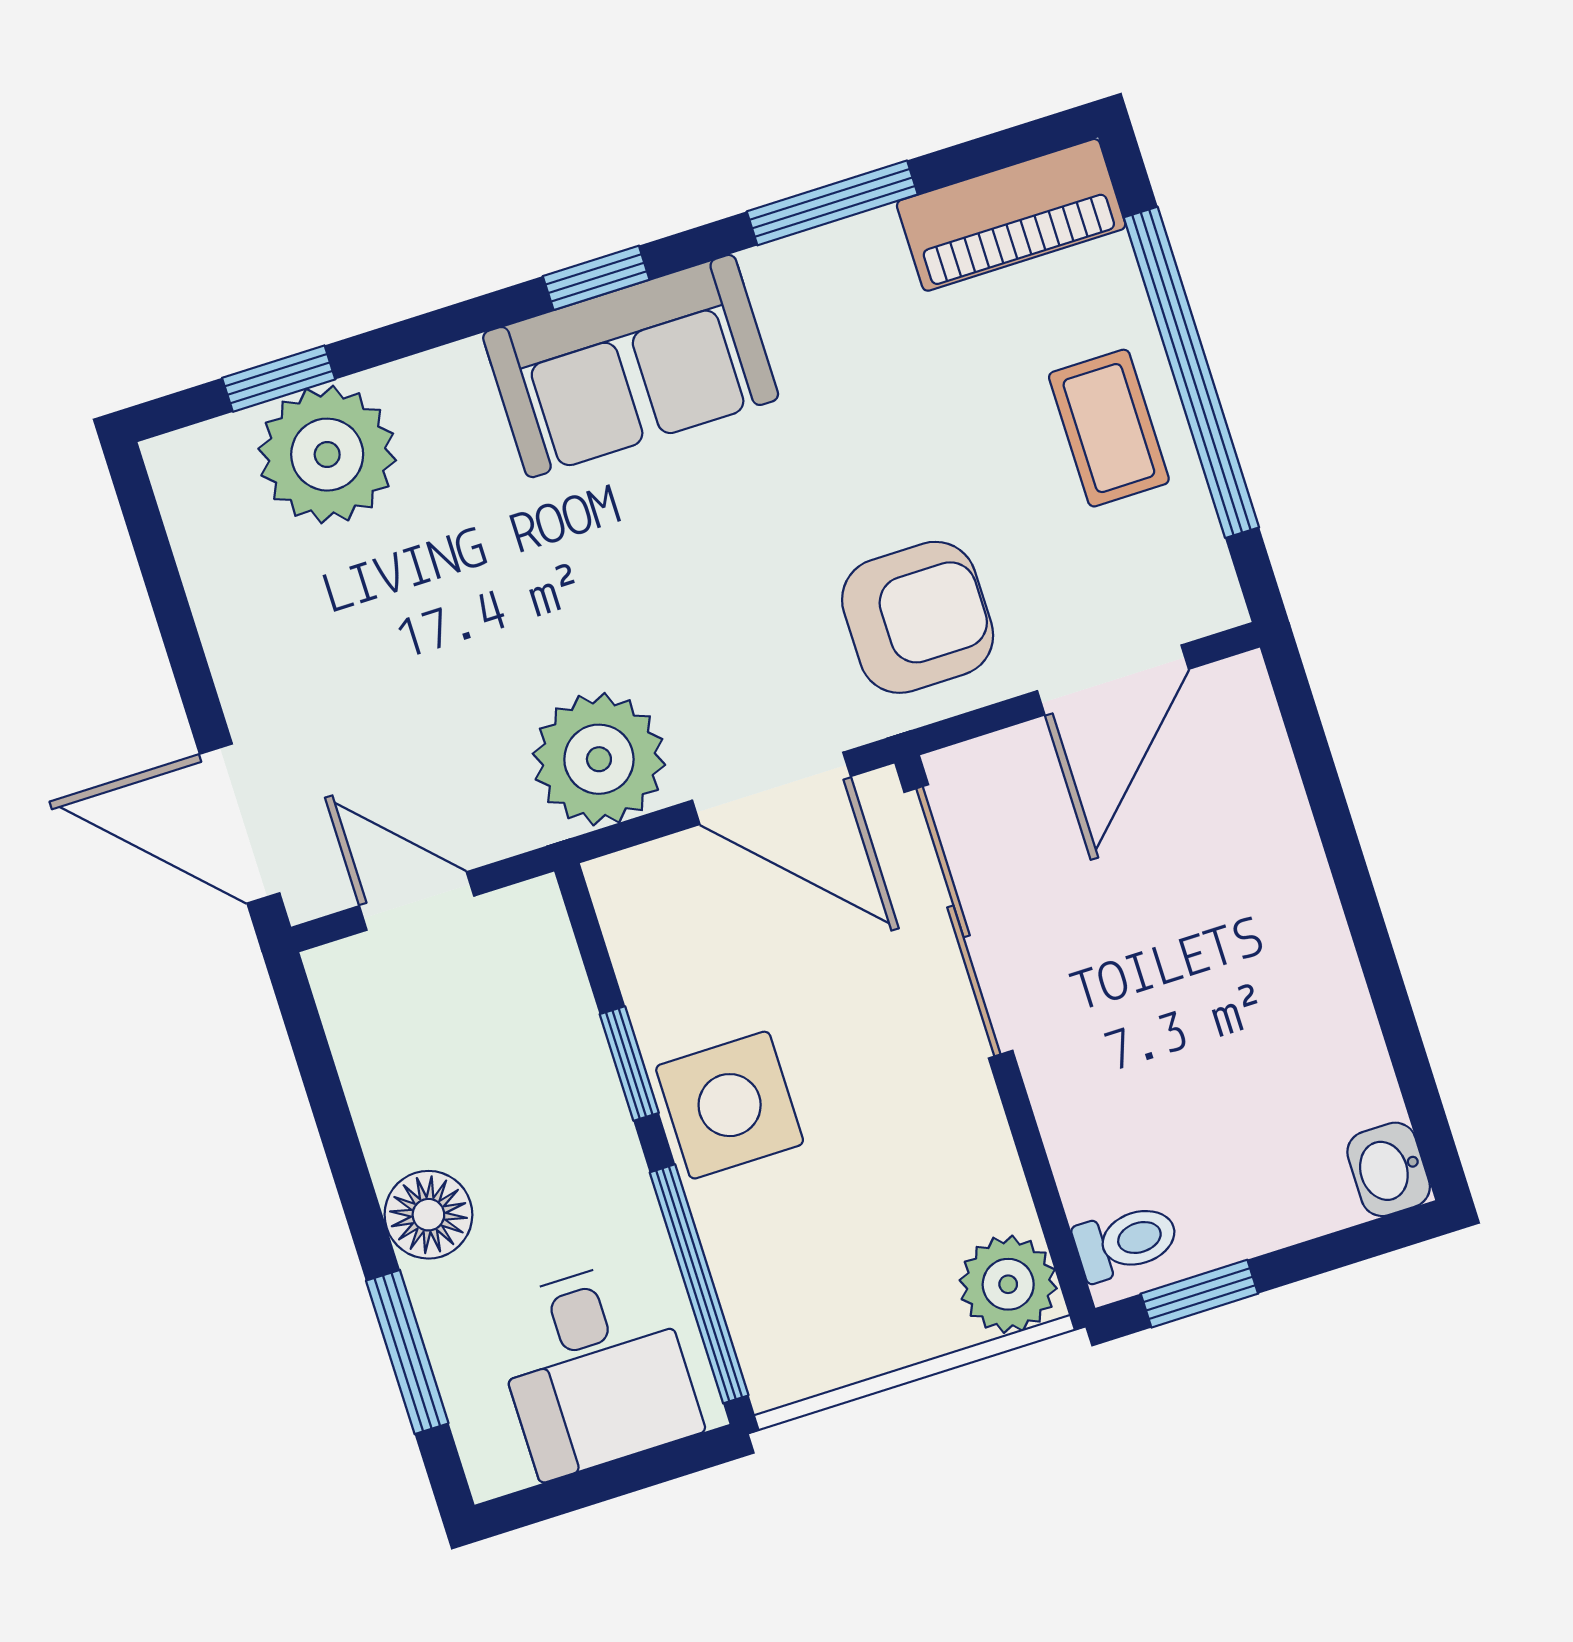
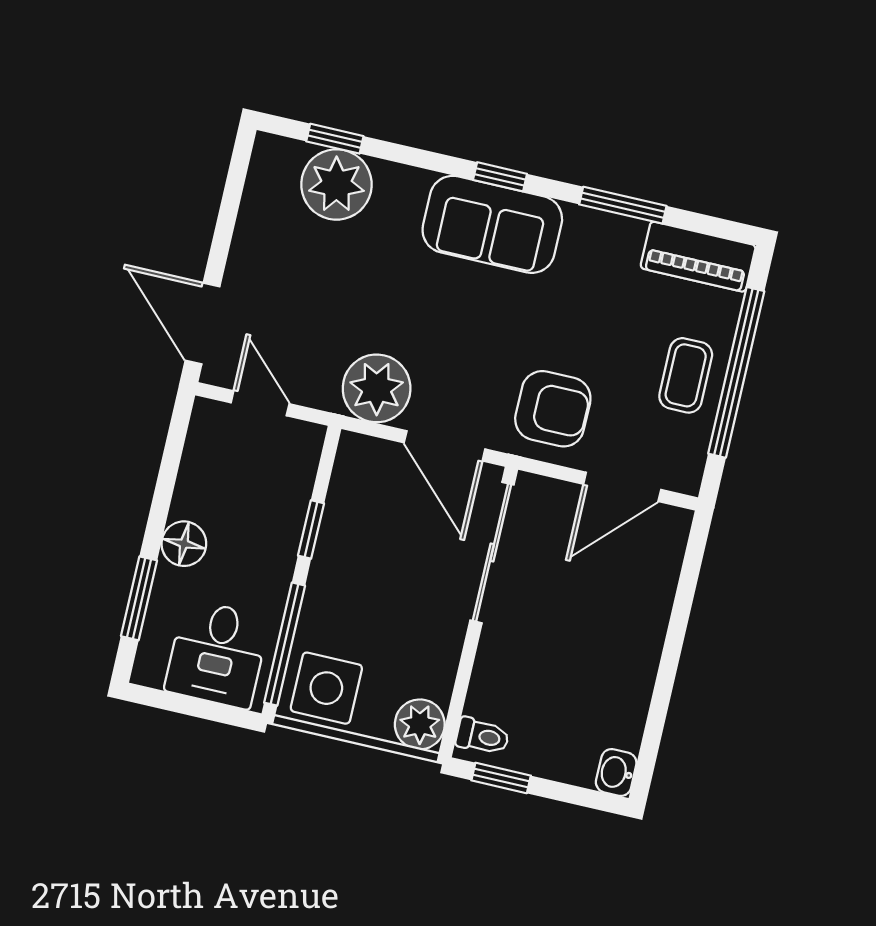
side table: (730, 1105) -> (326, 688), moved

